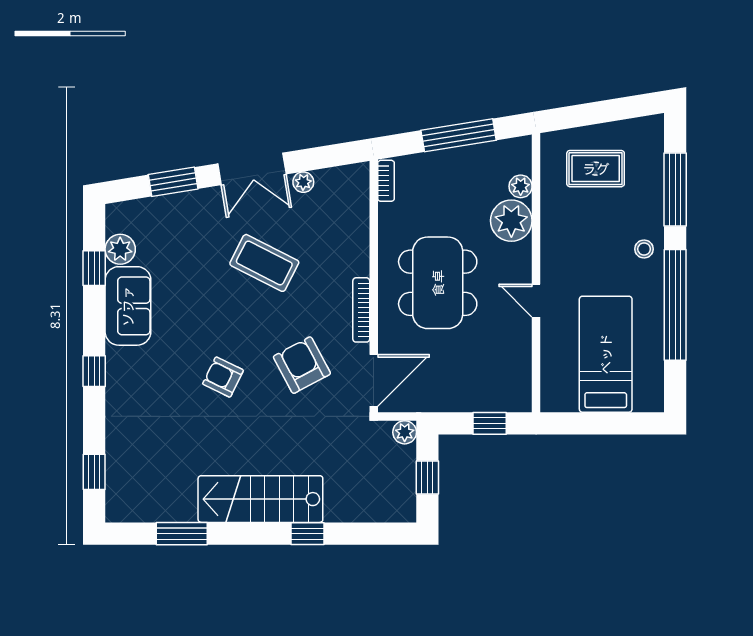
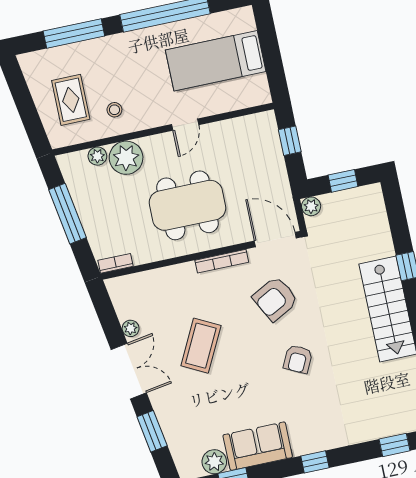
stool: (644, 249) -> (114, 110), moved

